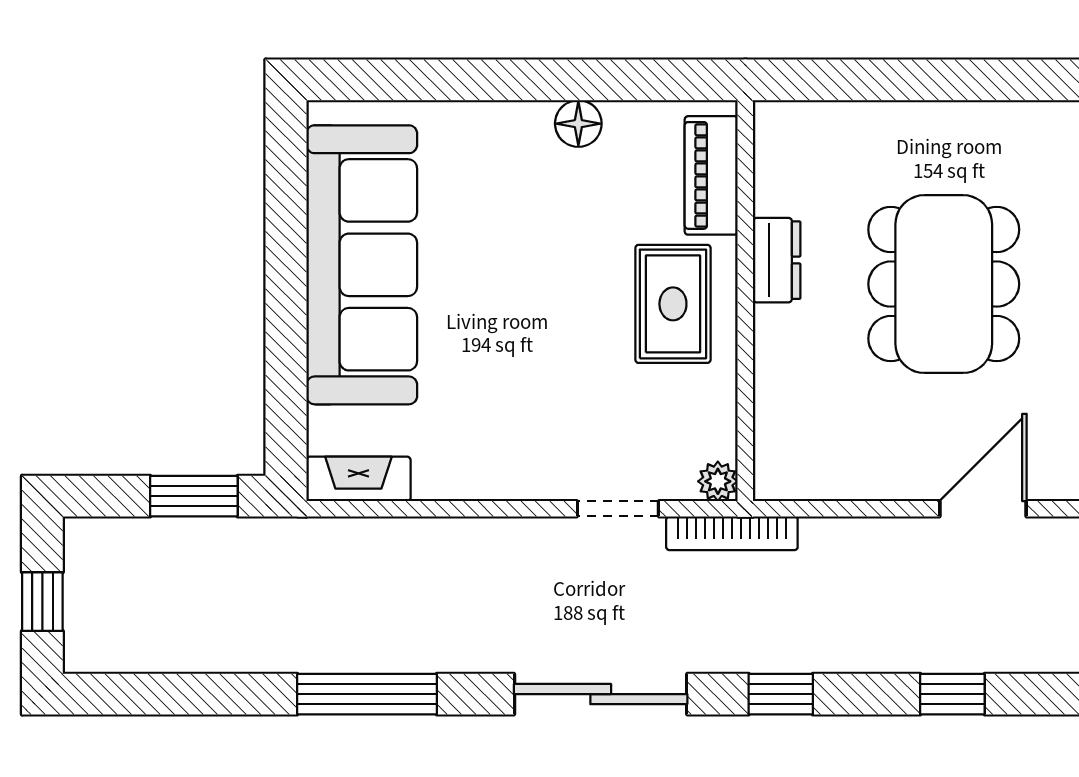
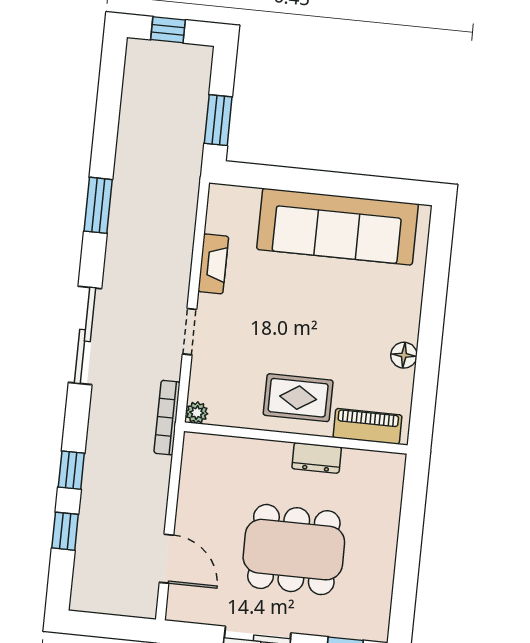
fireplace: (358, 479) -> (213, 264), moved
doorway: (618, 509) -> (190, 332), moved
window: (367, 694) -> (98, 205), width x0.69
window: (781, 694) -> (71, 470), moved

